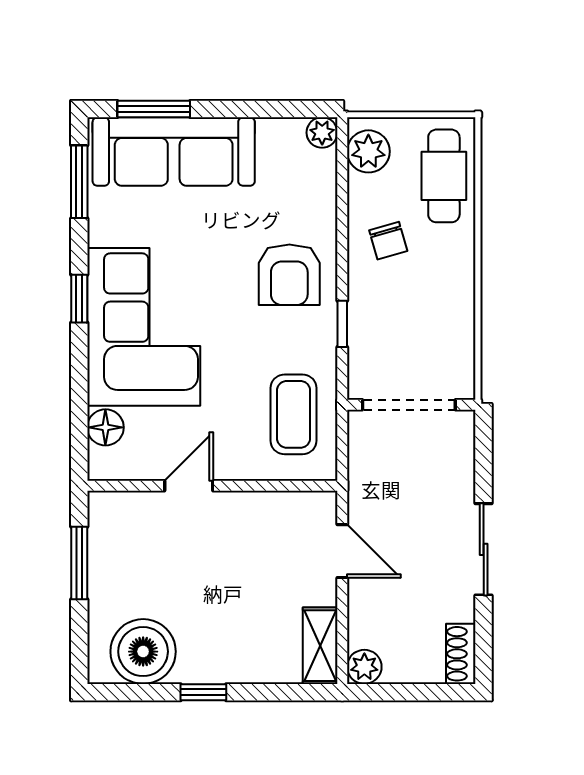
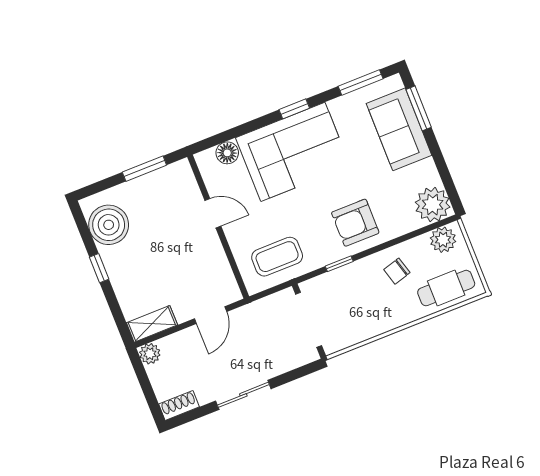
plant: (322, 133) -> (433, 205), width x1.87, depth x1.87
sofa: (174, 152) -> (399, 129), width x0.73

